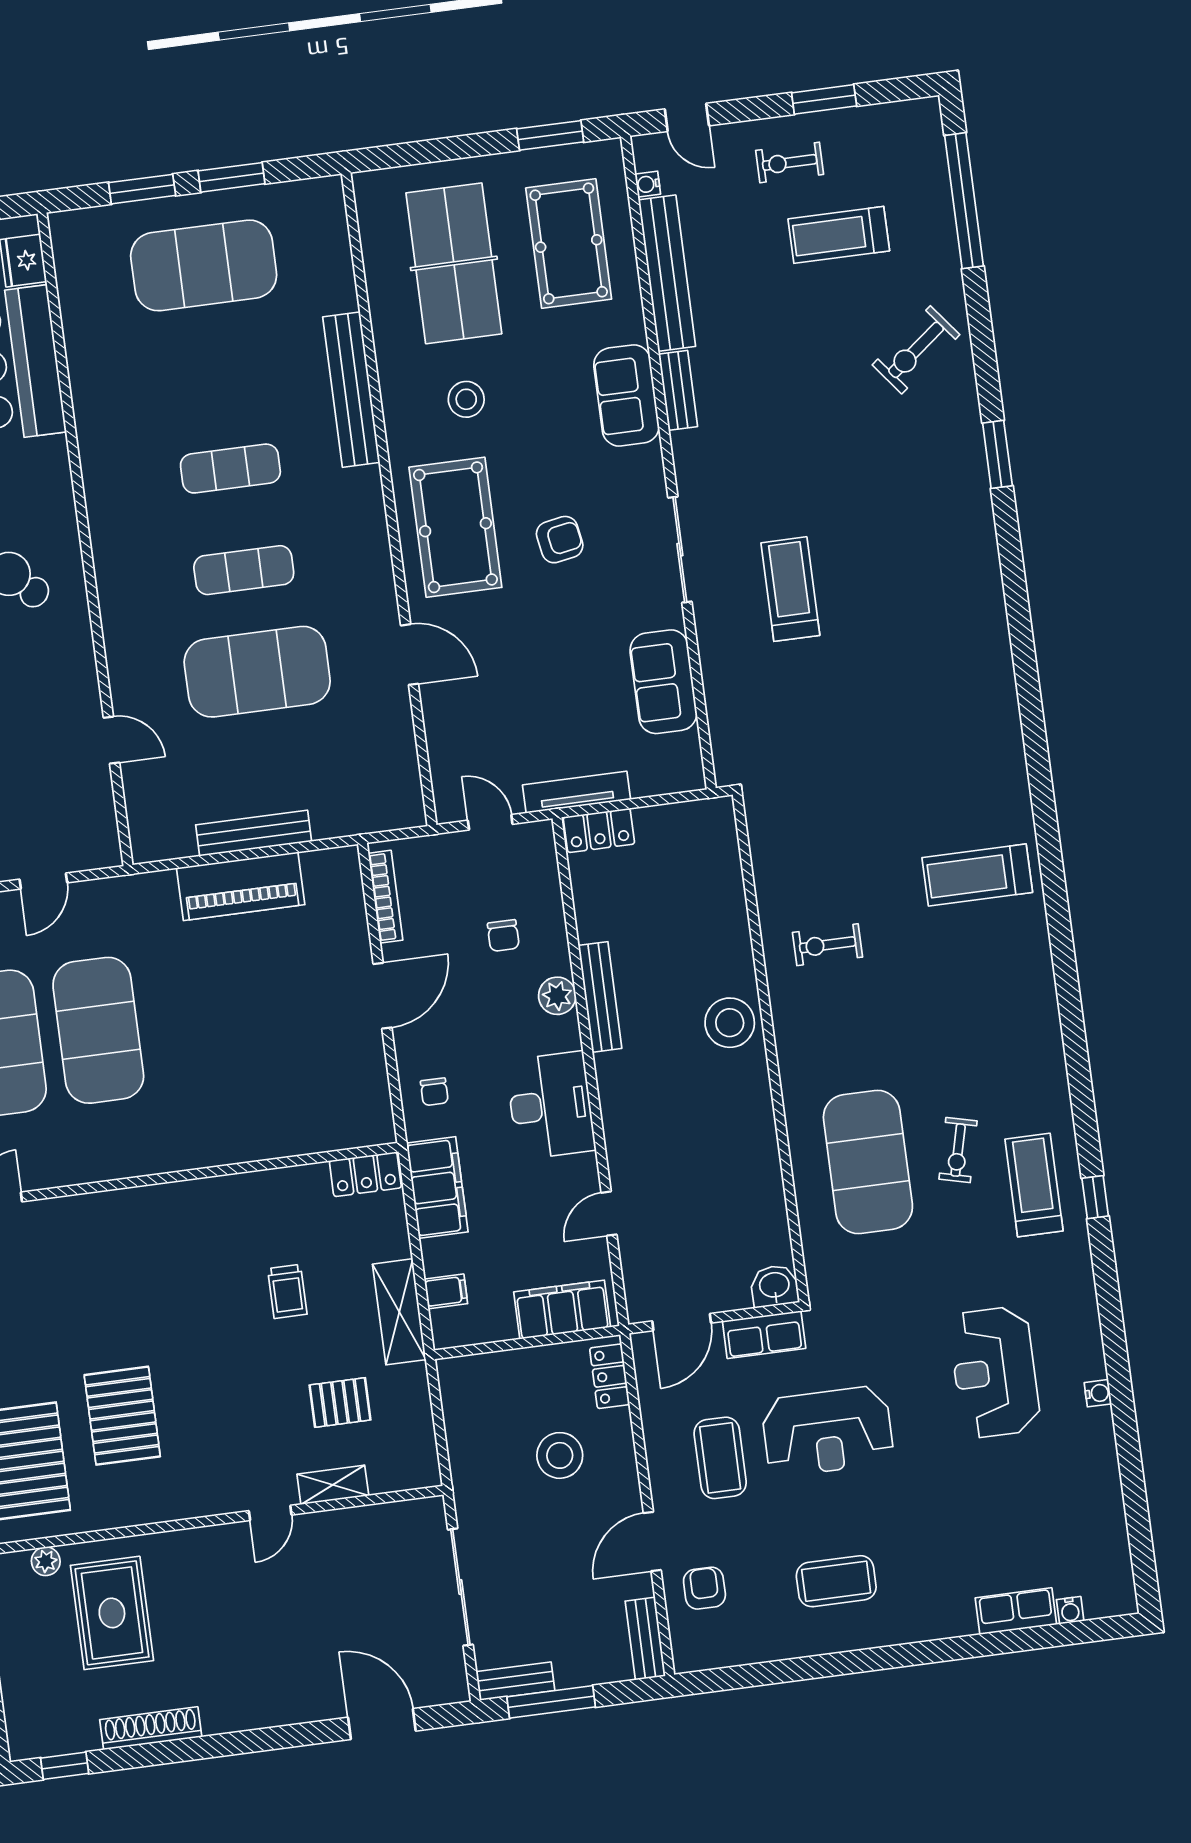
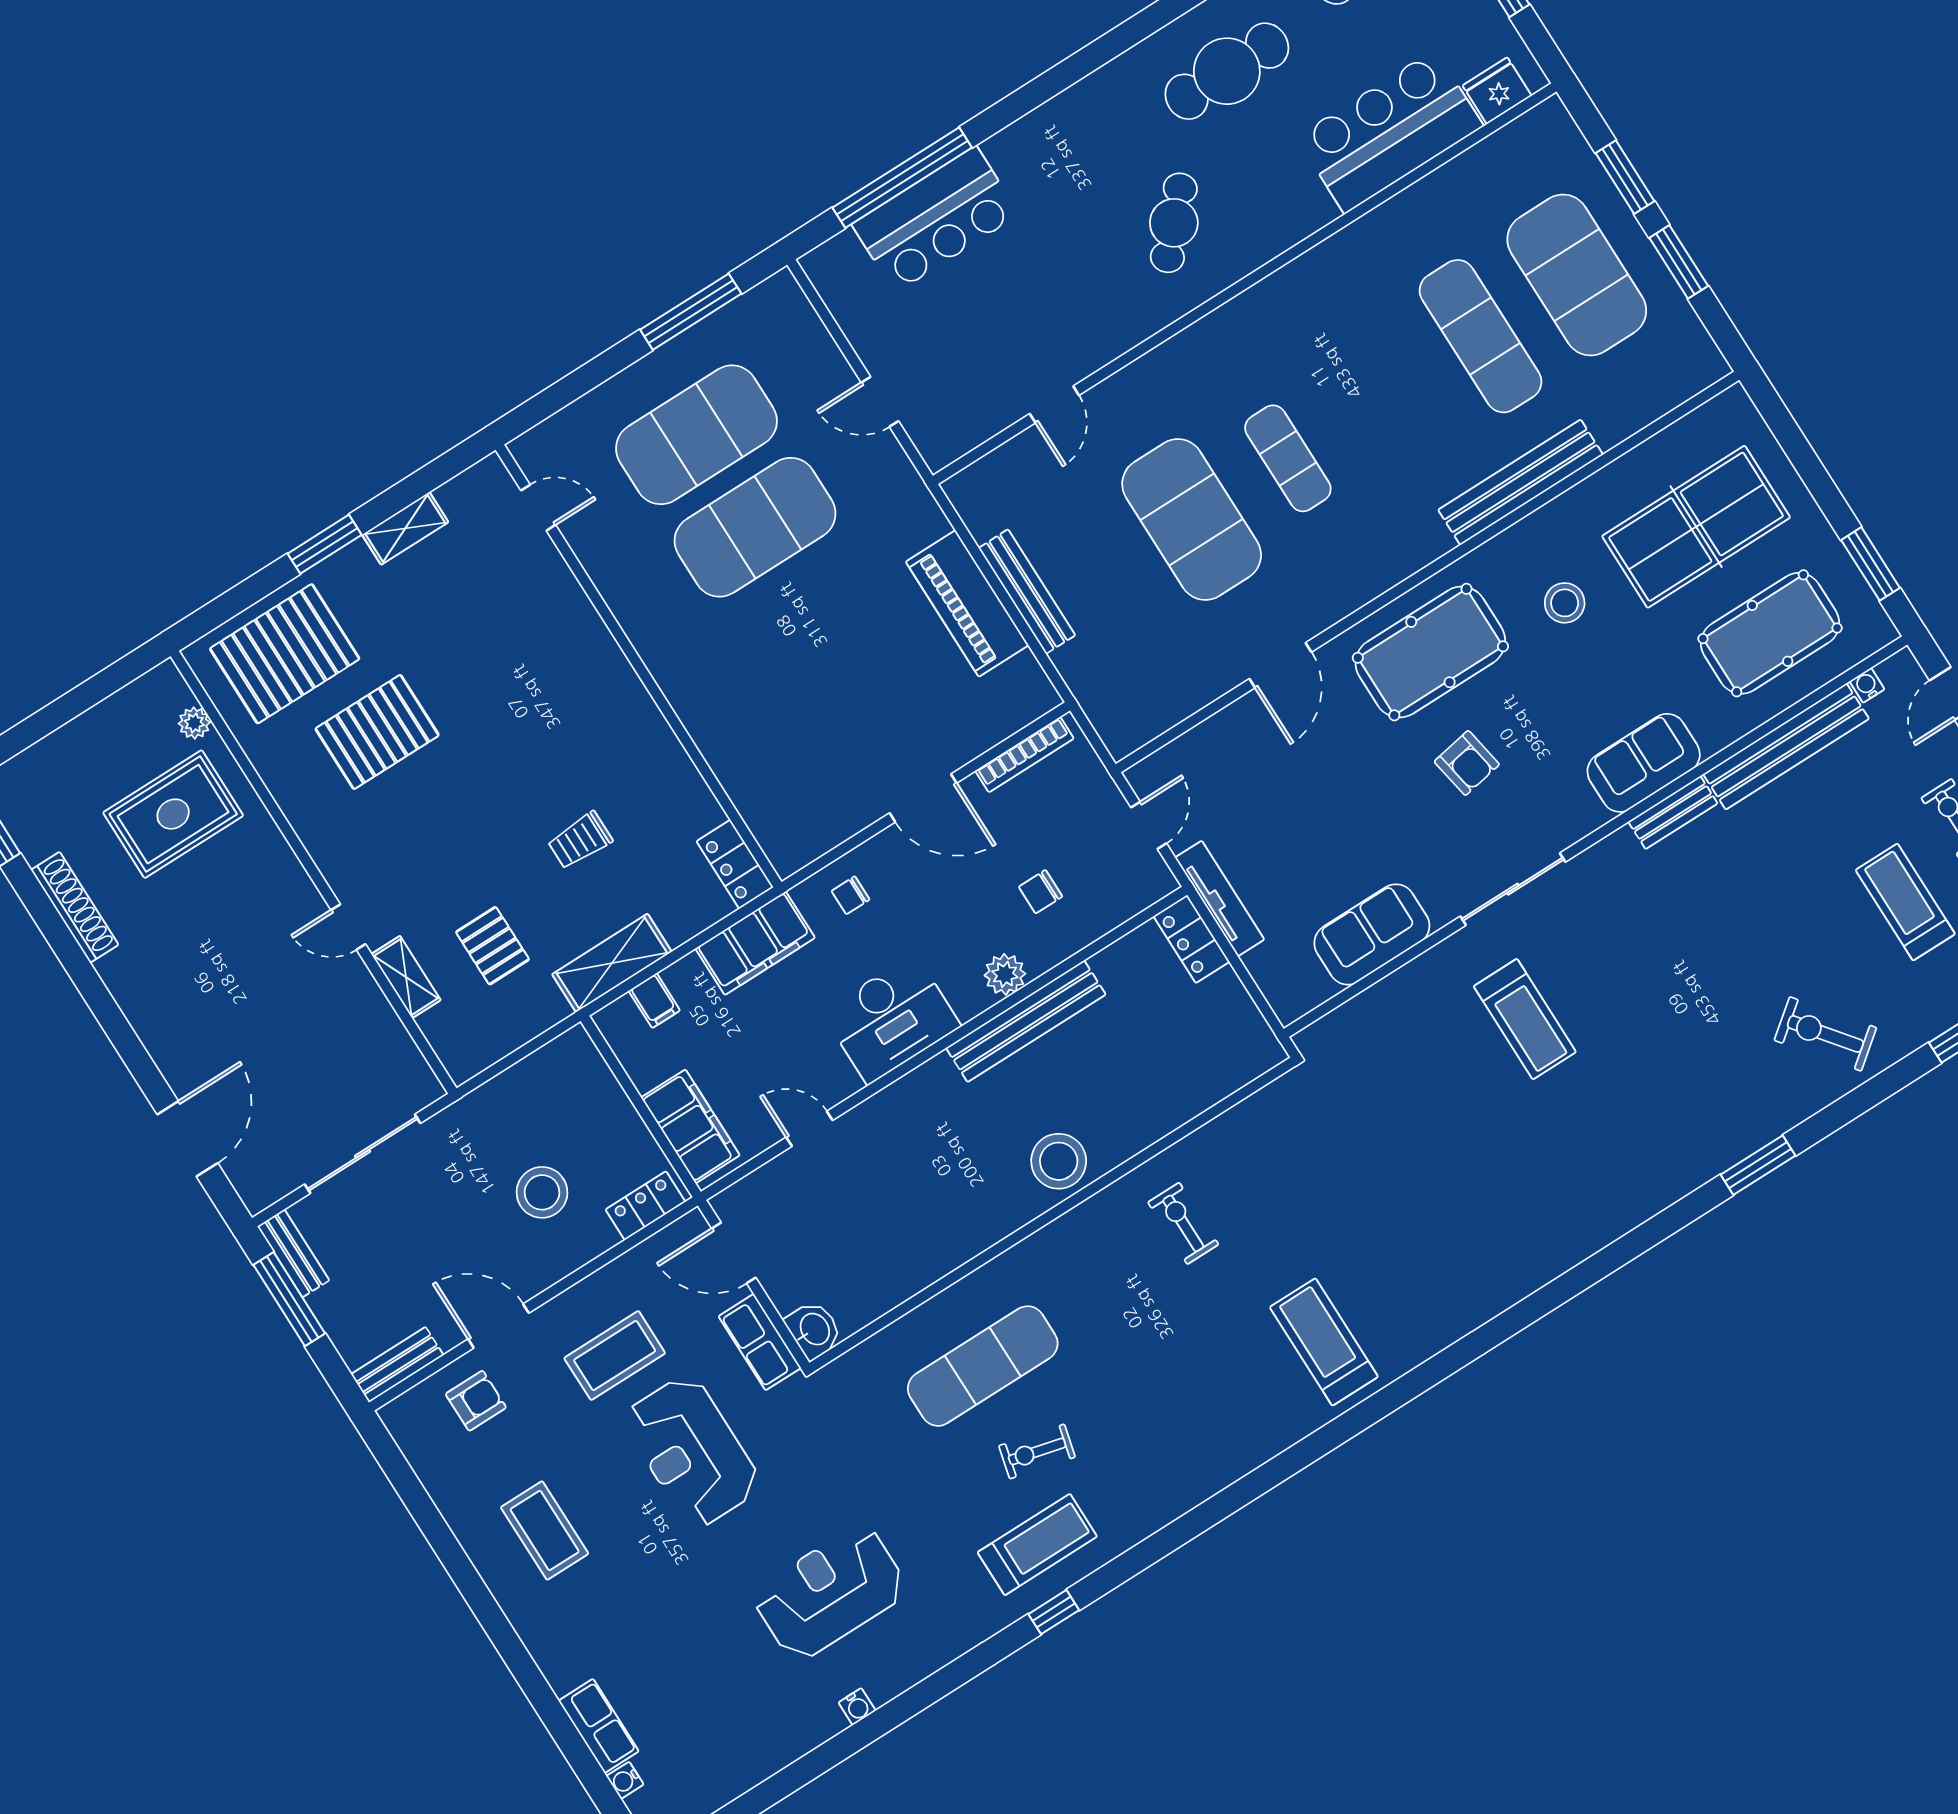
exercise mat: (230, 469) -> (1480, 336), moved, width x1.36, depth x1.45
treadmill: (790, 589) -> (1525, 1019), turned 90
bench: (600, 997) -> (1026, 1021), width x1.37, depth x1.21
exercise mat: (868, 1162) -> (983, 1366), width x0.68

